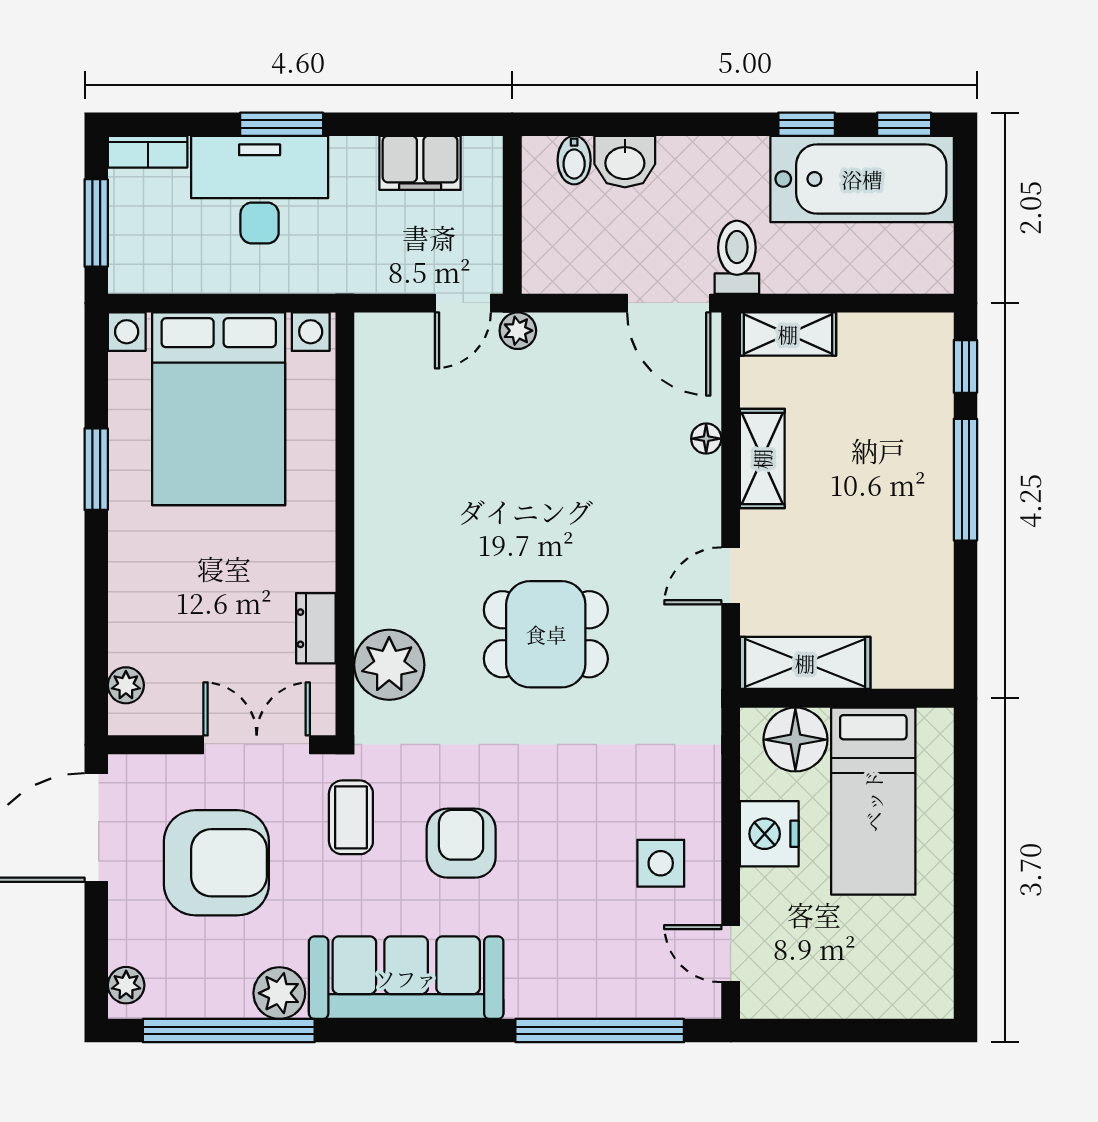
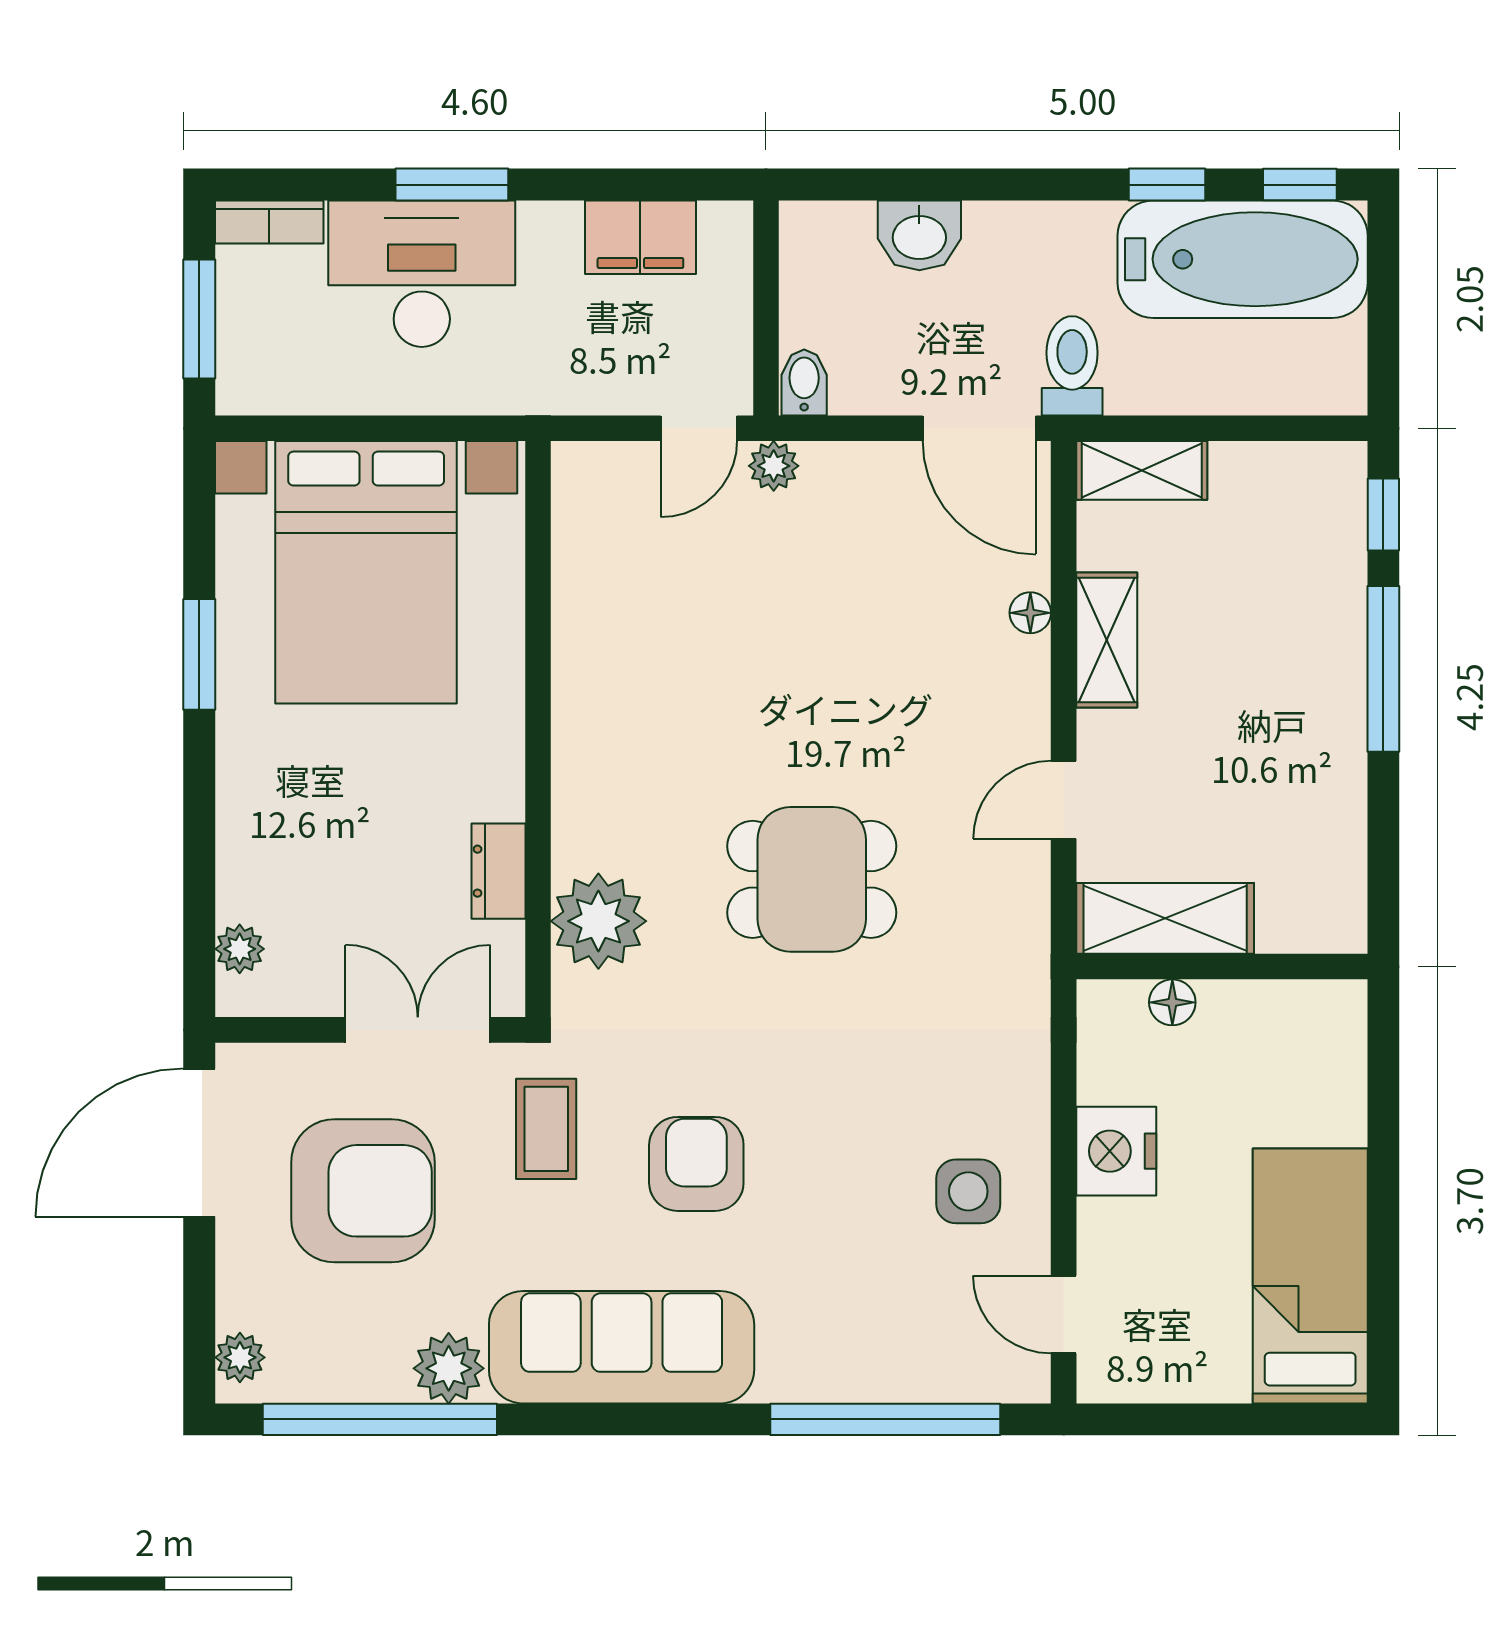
bidet: (574, 160) -> (804, 383), moved, turned 180
floor lamp: (795, 740) -> (1172, 1002), width x0.53, depth x0.53
bed: (873, 801) -> (1310, 1276), moved, turned 180

